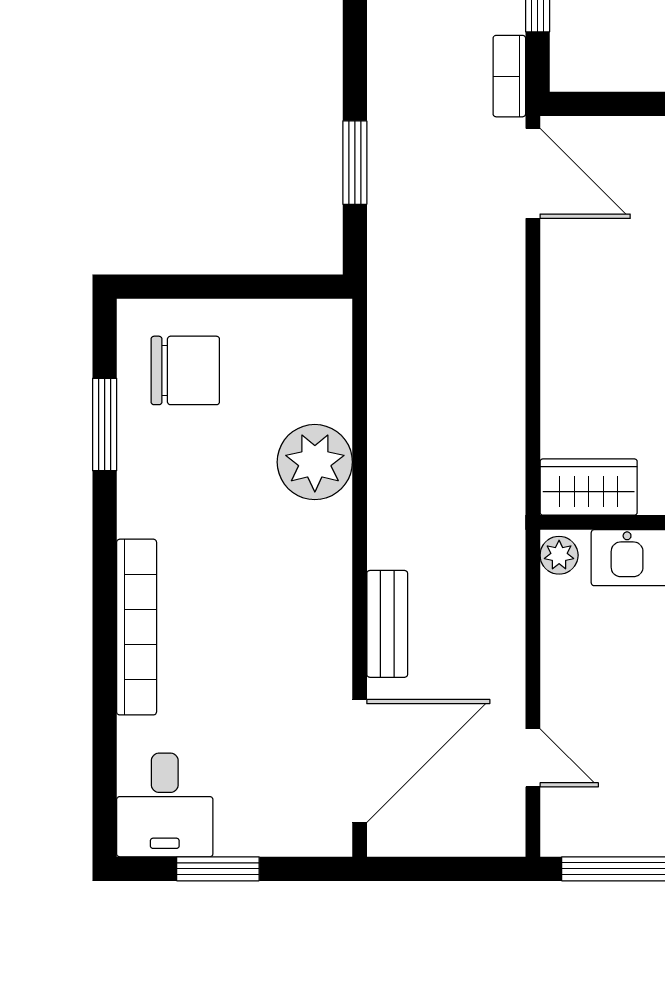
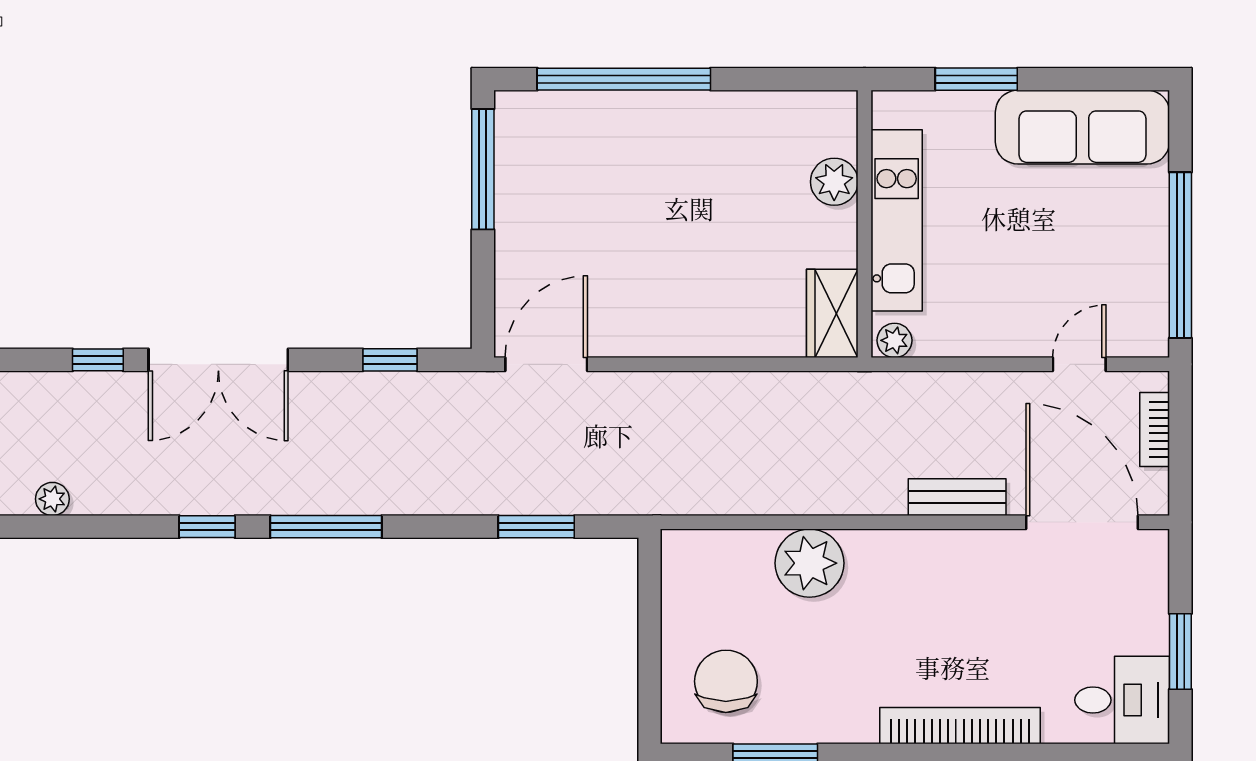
bookcase: (509, 76) -> (1155, 429), moved, turned 90

